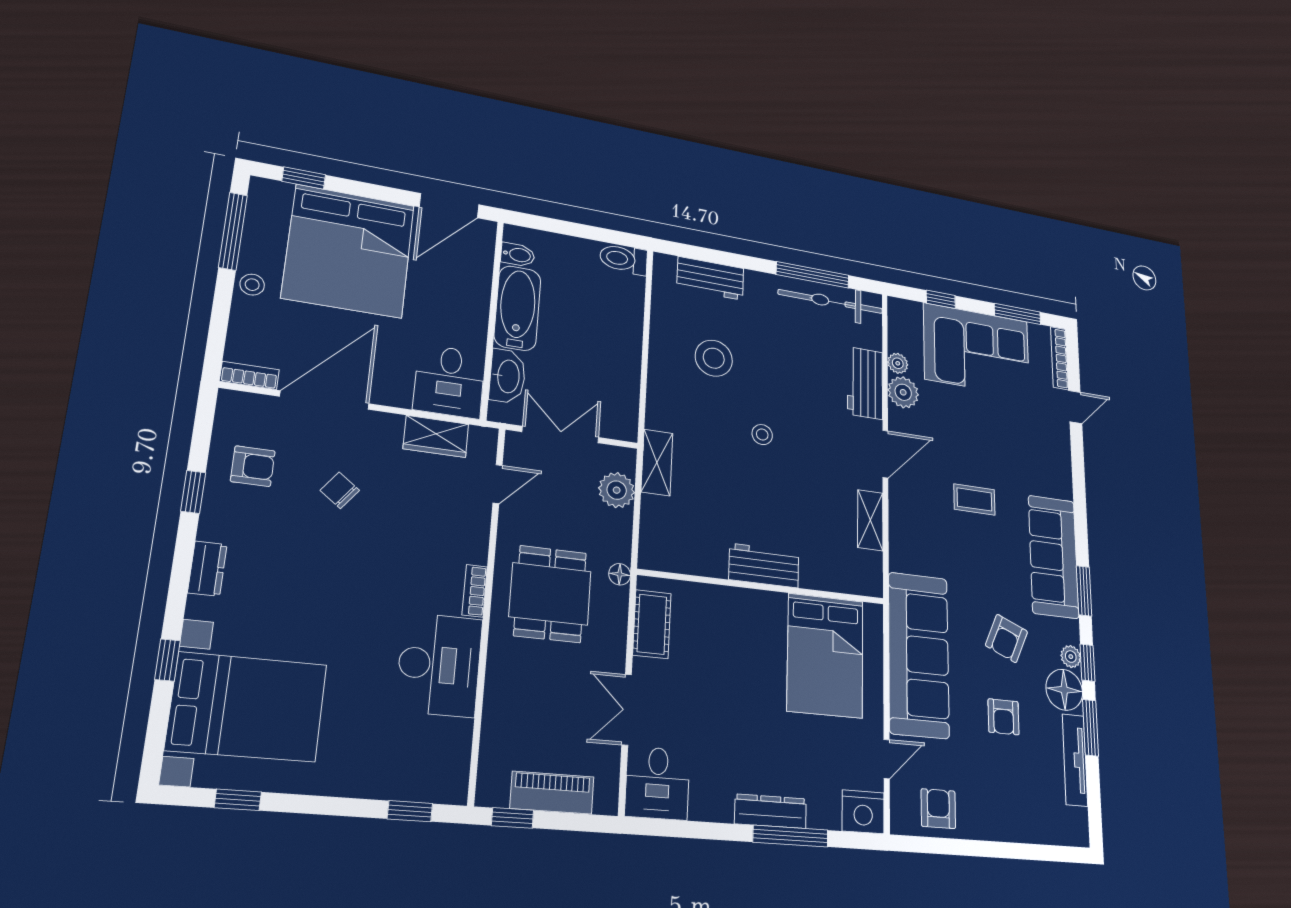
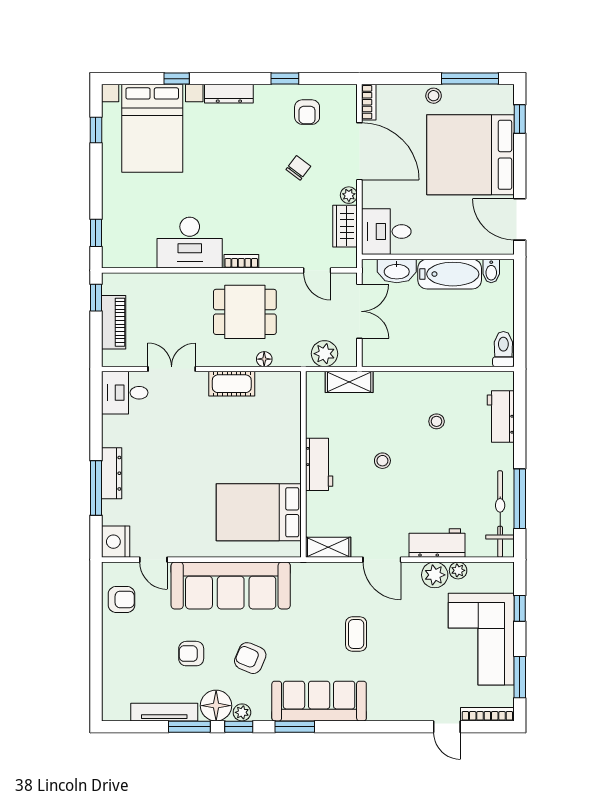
stool: (714, 358) -> (437, 421), width x0.53, depth x0.53
plant: (390, 425) -> (349, 195), added
workbench: (764, 565) -> (319, 464), moved
dresser: (207, 569) -> (229, 94), width x1.44
wall: (763, 587) -> (303, 464), moved
bed: (825, 655) -> (259, 512), moved

